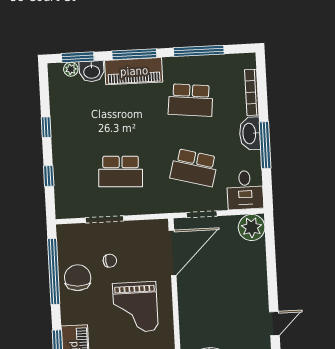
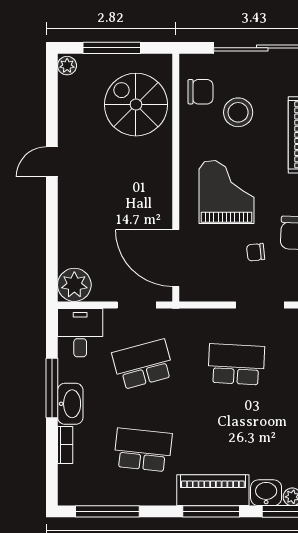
window: (199, 51) -> (107, 511), moved
bookcase: (252, 92) -> (65, 445), width x0.64
school desk: (194, 168) -> (143, 364), turned -30
door: (173, 253) -> (176, 258), hinge flipped

